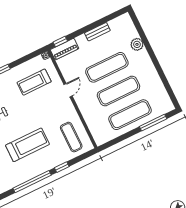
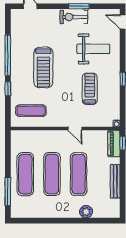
bench: (97, 32) -> (115, 181), width x1.36
treadmill: (34, 82) -> (90, 89), moved

